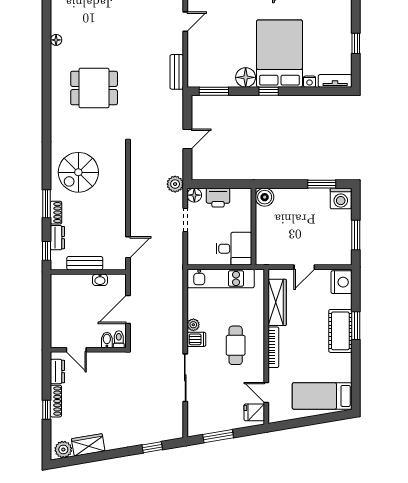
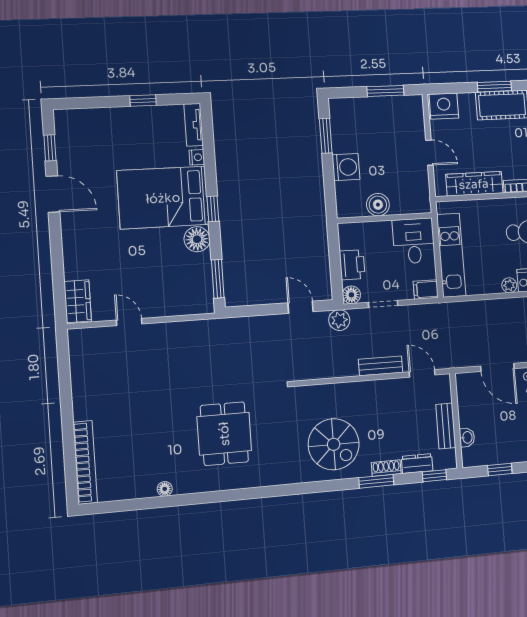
bench: (177, 72) -> (381, 366), moved
door: (187, 139) -> (301, 307), moved
boiler: (265, 197) -> (378, 205), moved
washing machine: (341, 198) -> (346, 167), moved
filing cabinet: (194, 256) -> (426, 290), added
washbasin: (100, 280) -> (467, 437), moved
window: (47, 305) -> (500, 469), added

